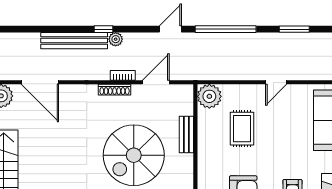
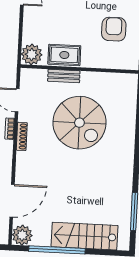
rug: (242, 129) -> (64, 55), moved

